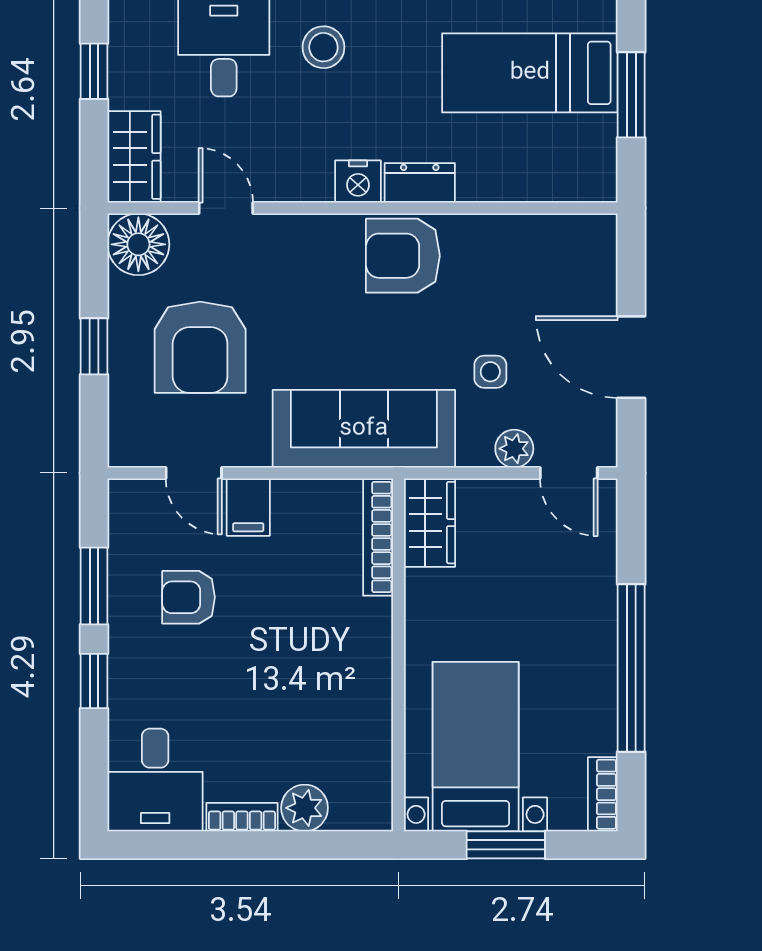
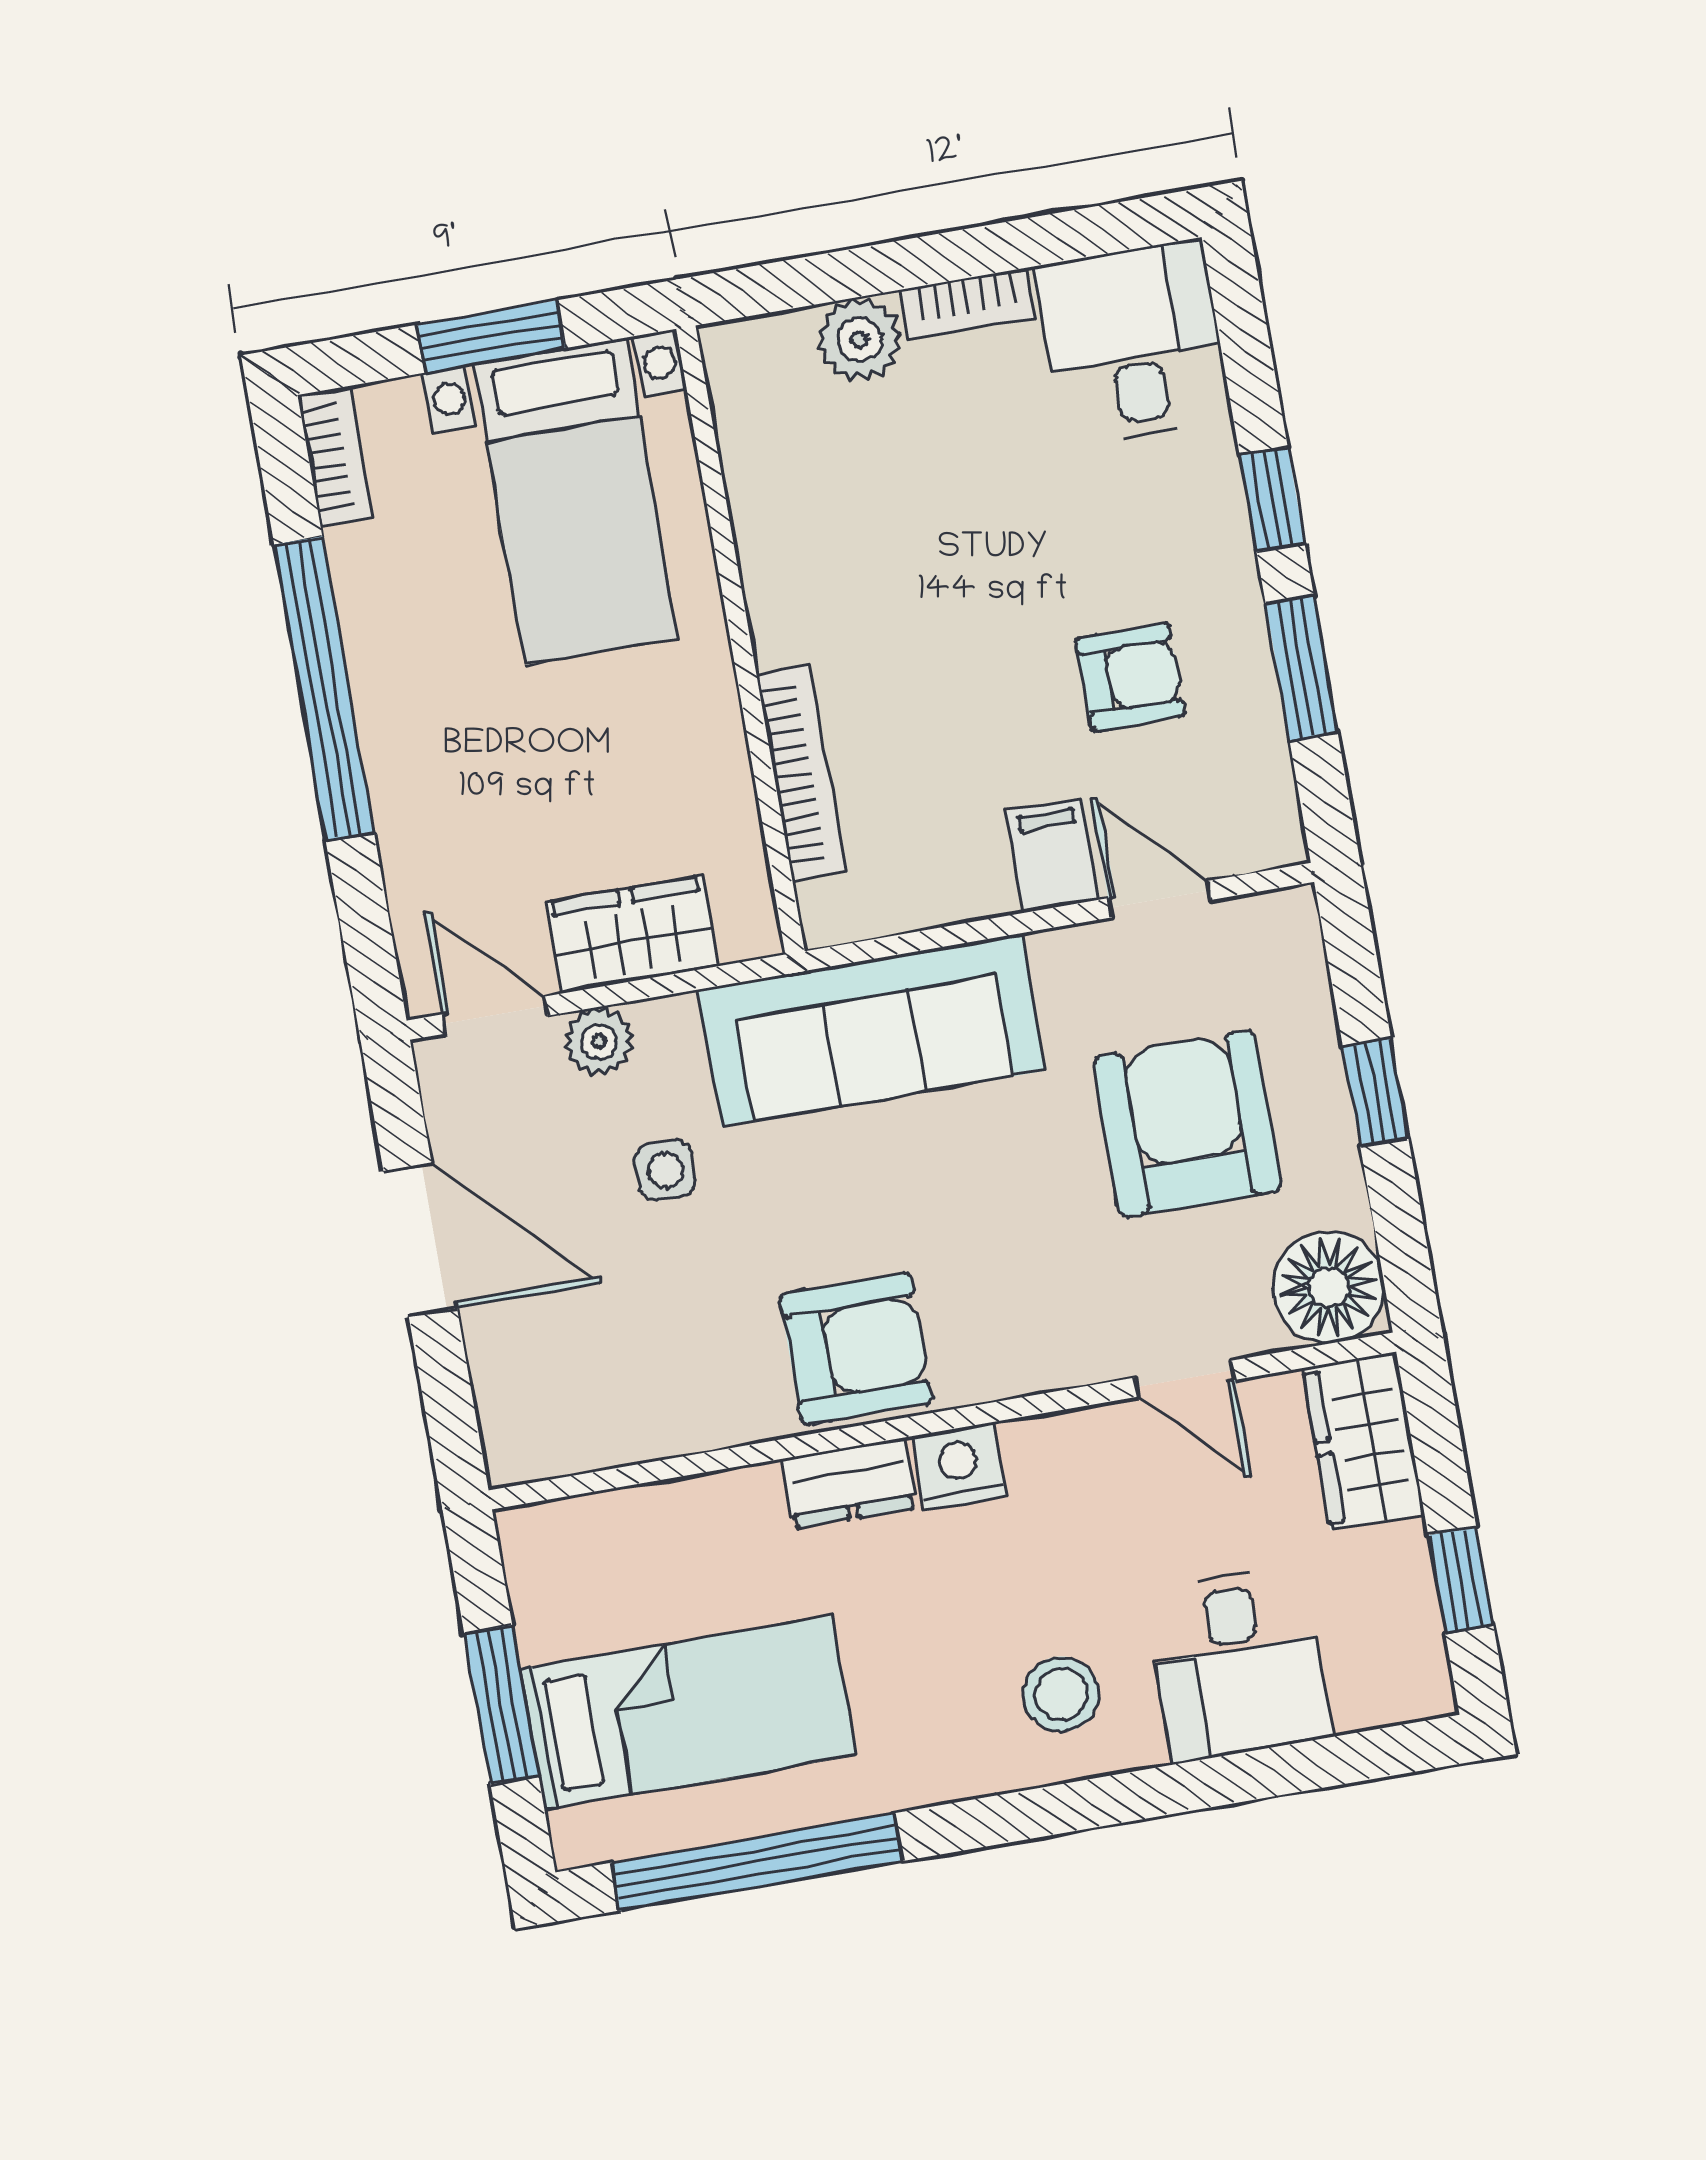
wardrobe: (430, 523) -> (632, 934), moved, turned 90
bookcase: (378, 537) -> (801, 773), moved

